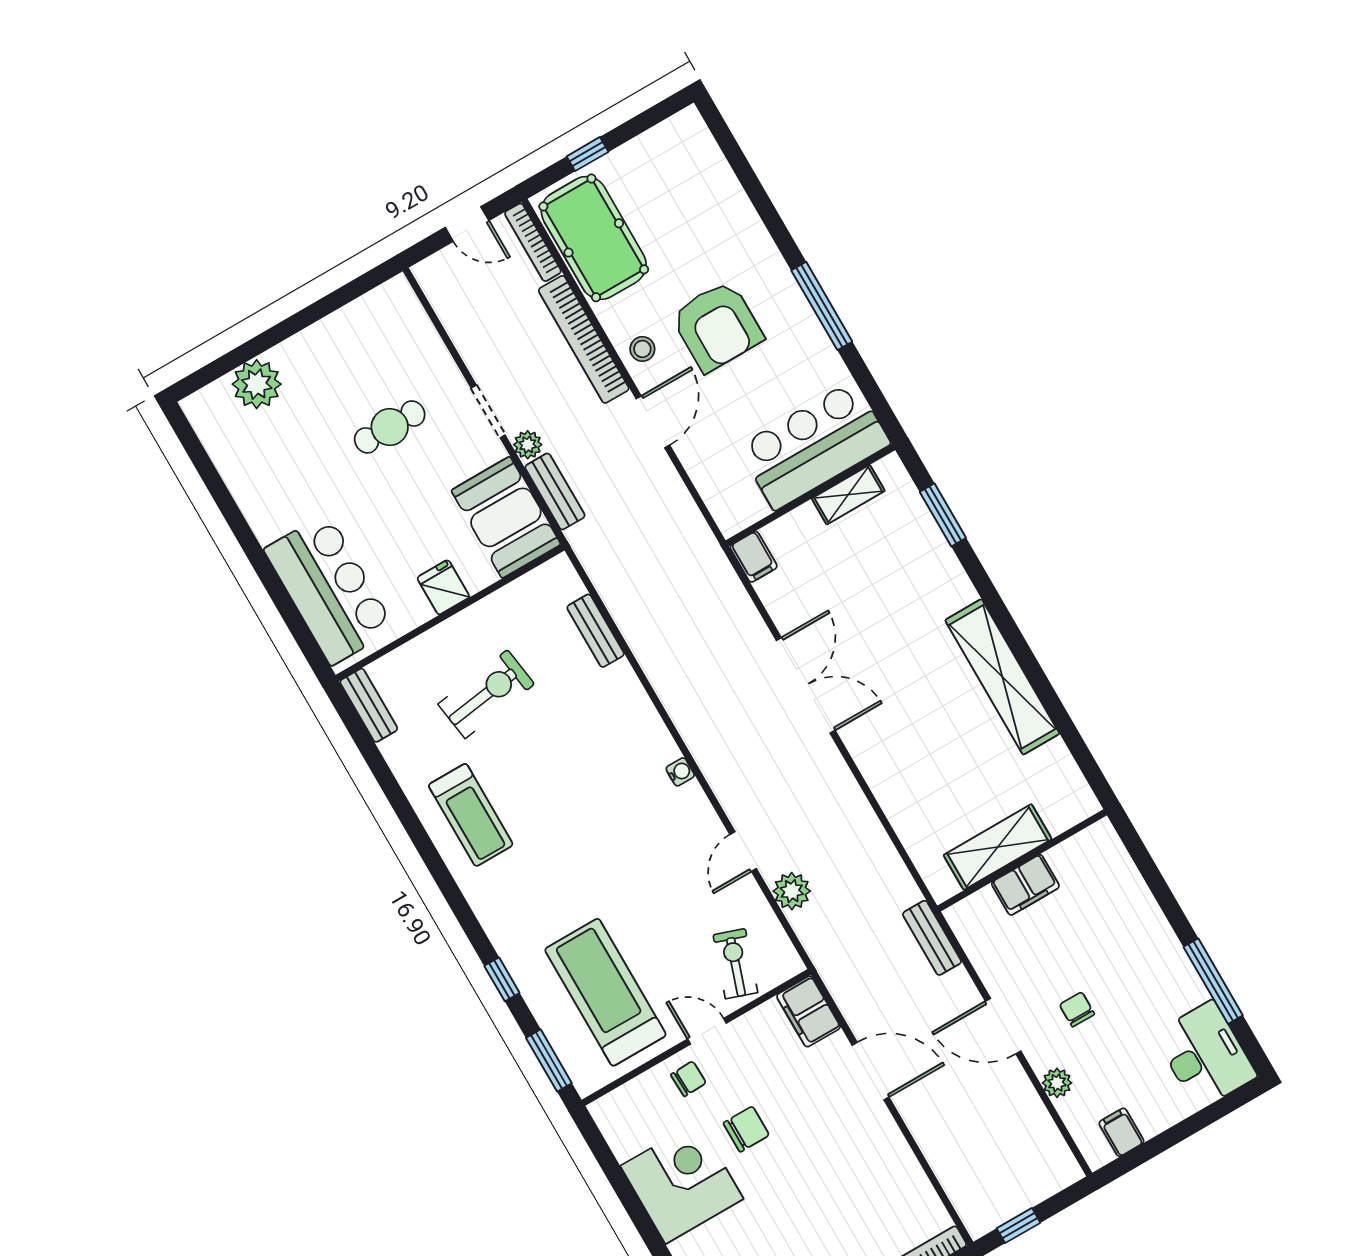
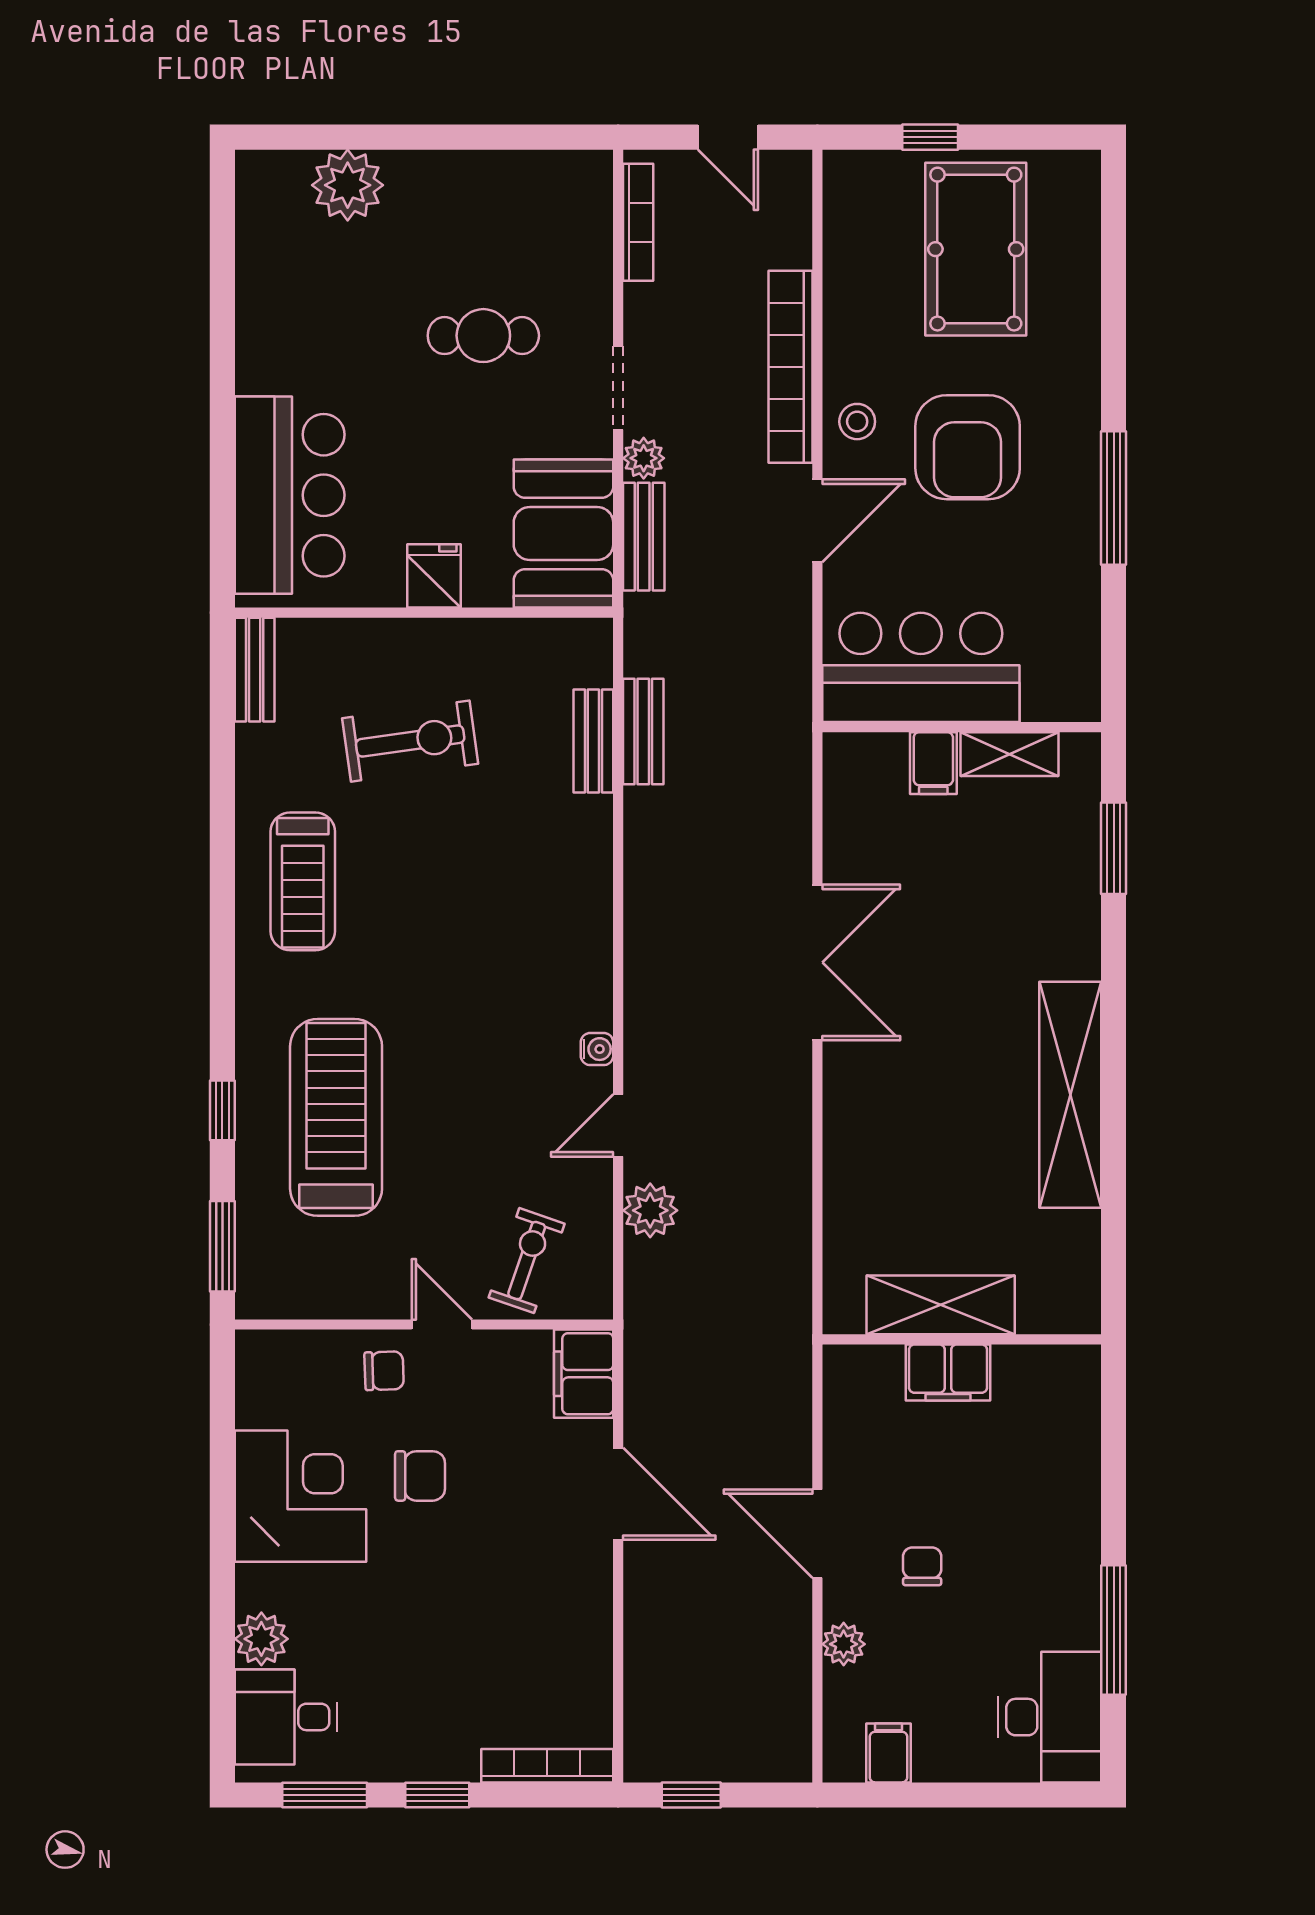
pool table: (594, 238) -> (976, 249), moved
bookcase: (533, 242) -> (638, 222), moved, turned 180
bar counter: (814, 445) -> (921, 667), moved
filing cabinet: (754, 557) -> (933, 763), moved
water cooler: (680, 772) -> (597, 1049), moved
bench: (932, 938) -> (643, 732), moved
treadmill: (605, 992) -> (336, 1117), moved

